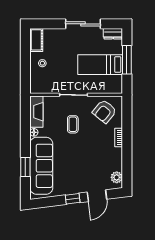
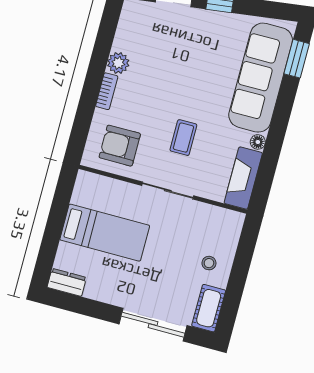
sliding door: (83, 24) -> (153, 325), moved
window: (127, 60) -> (54, 228), removed
armchair: (104, 111) -> (120, 146), turned -129
window: (25, 167) -> (297, 59), moved
plant: (117, 177) -> (118, 63), moved

